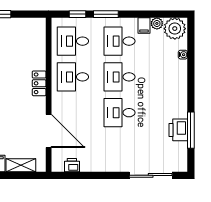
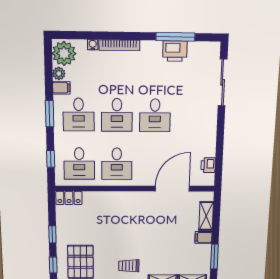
window: (106, 14) -> (50, 114), moved
bookcase: (183, 79) -> (119, 45), added
locker: (39, 83) -> (69, 198), moved

